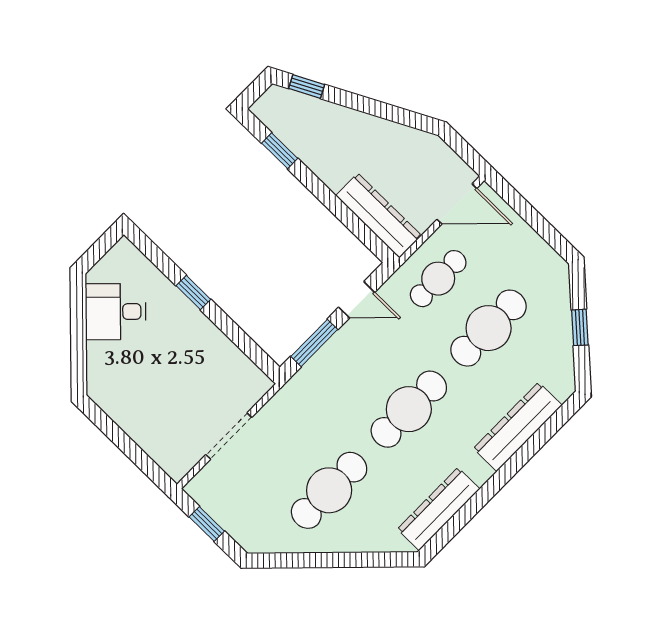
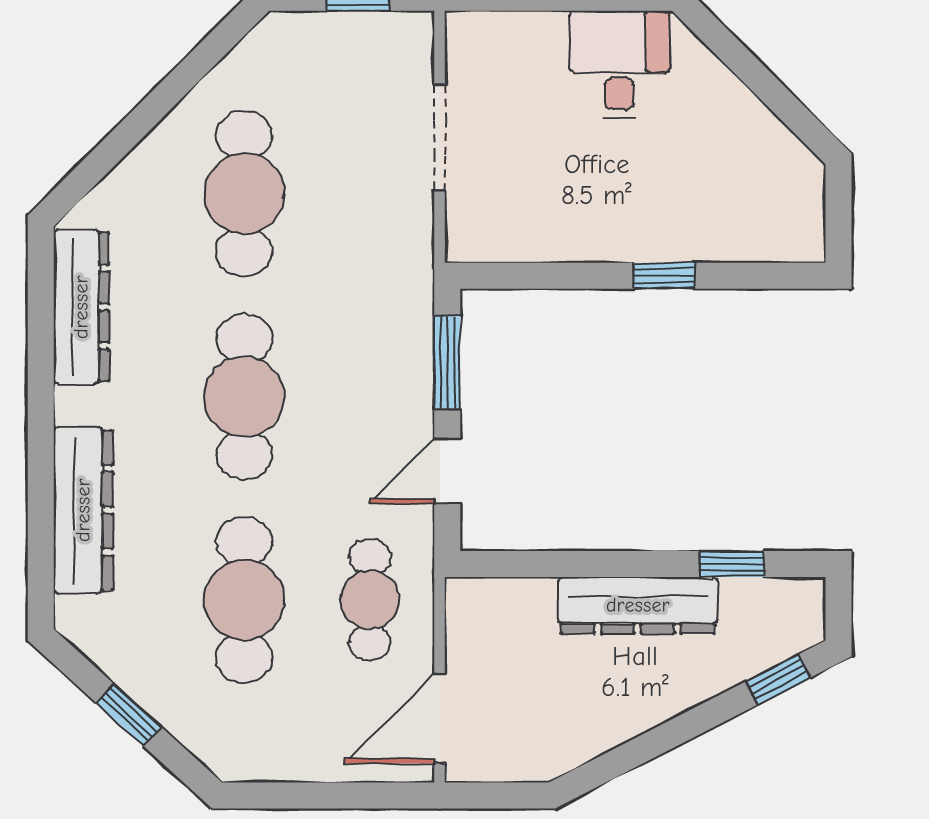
dresser: (379, 216) -> (638, 605), moved
desk: (116, 312) -> (619, 64), moved, turned -45

